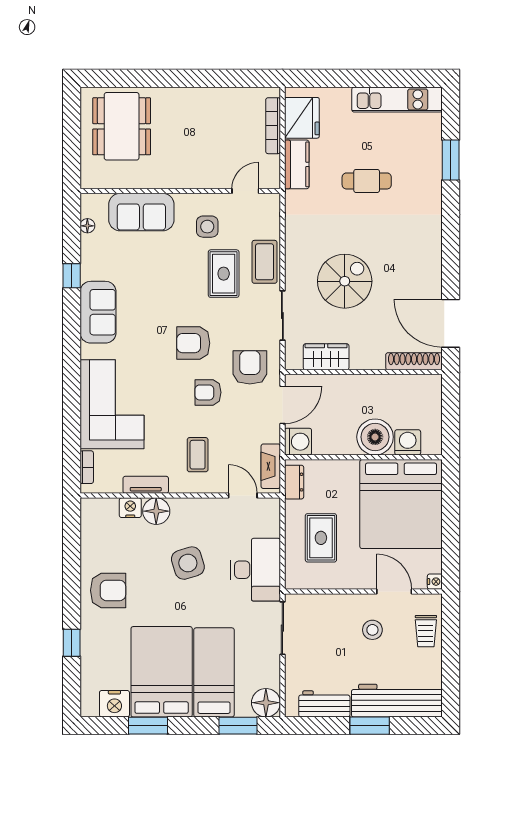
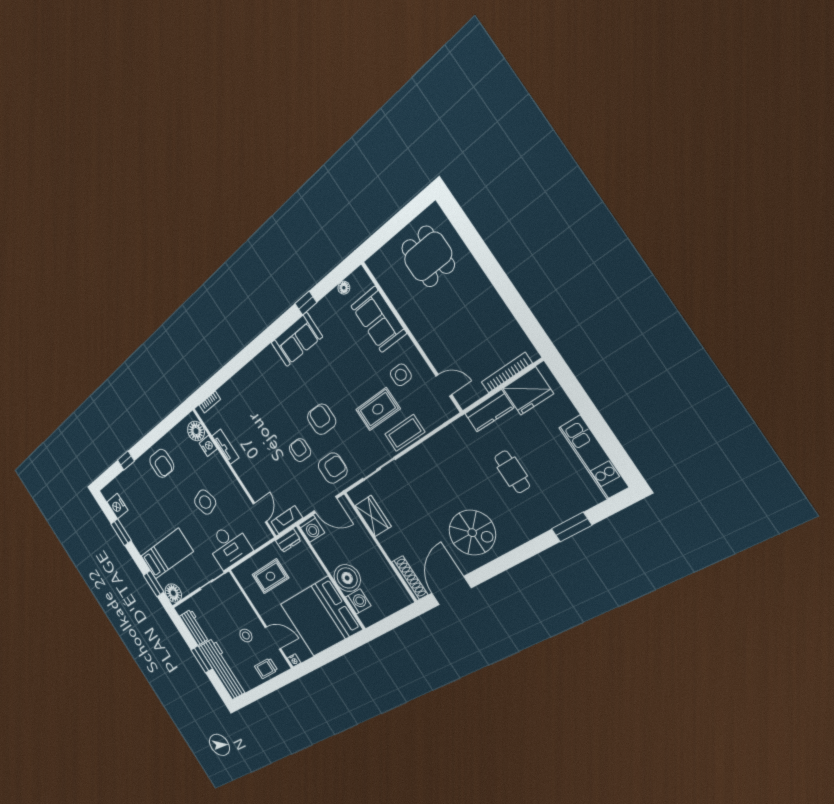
dining table: (122, 126) -> (428, 257), width x0.73
spiral stairs: (345, 281) -> (472, 533), moved
corner sofa: (112, 404) -> (252, 392), removed
coffee table: (198, 455) -> (262, 468), removed
floor lamp: (156, 511) -> (196, 431), moved
door: (394, 591) -> (273, 638), hinge flipped
bed: (162, 672) -> (148, 523), removed

